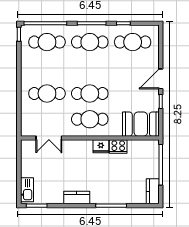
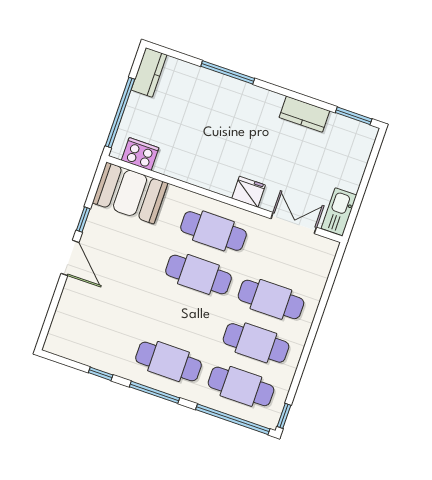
cafe table: (133, 42) -> (256, 343), moved
door: (161, 79) -> (70, 258), hinge flipped
fridge: (101, 146) -> (249, 192), moved
cooker: (118, 147) -> (140, 154), moved
kitchen sink: (27, 190) -> (339, 212), moved
kitchen counter: (77, 197) -> (304, 114), moved

